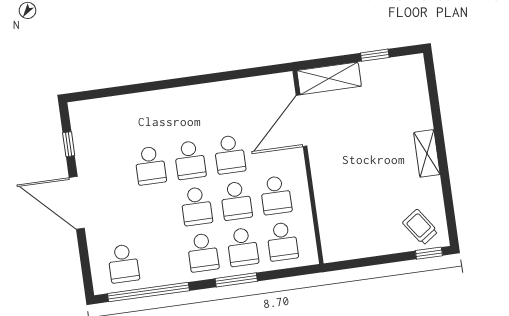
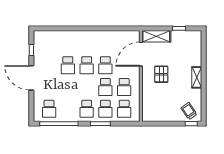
pallet: (351, 157) -> (161, 74), added
school desk: (196, 206) -> (87, 87), removed

